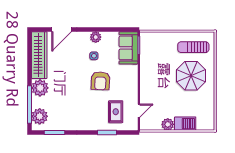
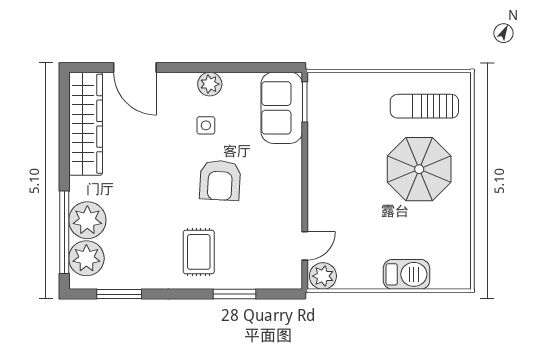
door: (62, 30) -> (135, 67), hinge flipped
plant: (40, 88) -> (87, 220), moved
rug: (116, 112) -> (199, 252), moved
plant: (168, 124) -> (323, 276), moved

